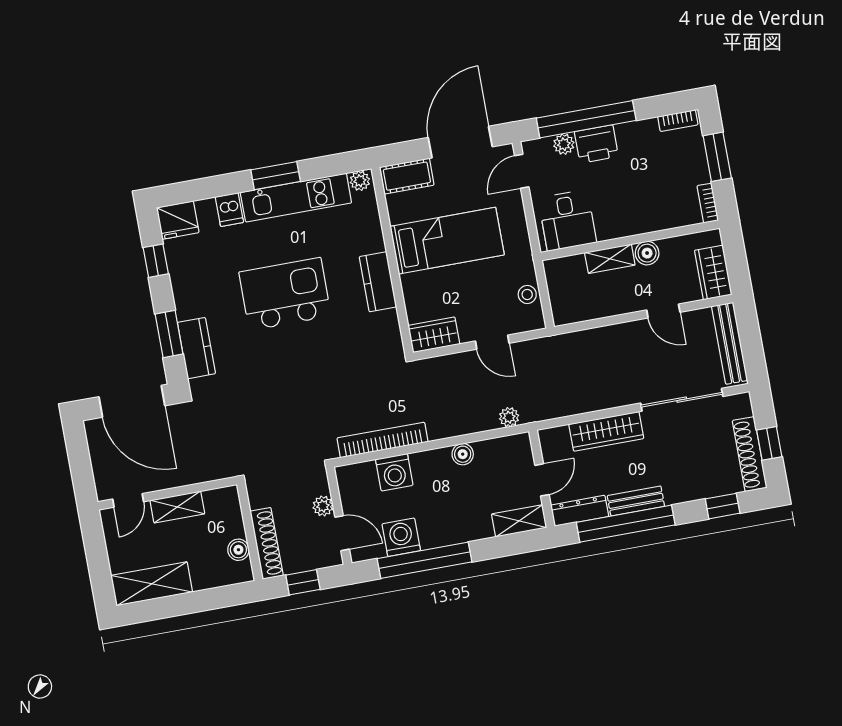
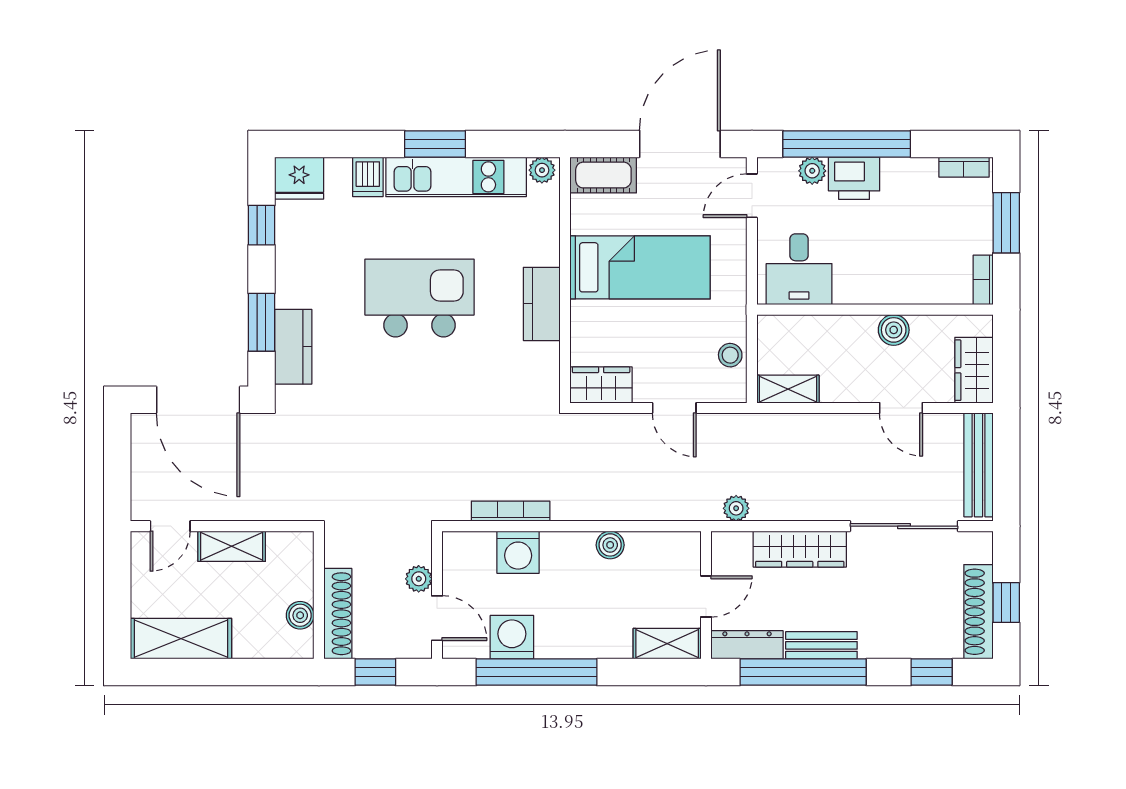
shelving: (610, 259) -> (788, 389), moved
plant: (509, 417) -> (736, 508), moved
bookcase: (382, 440) -> (511, 511), width x0.68, depth x0.76

